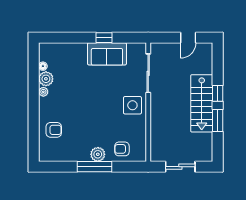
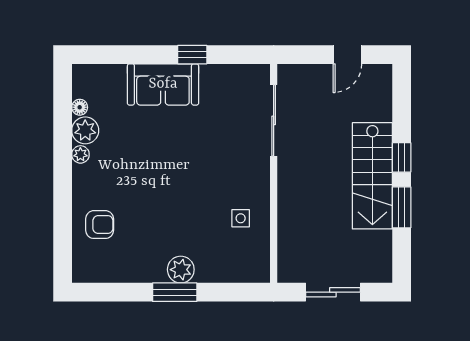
sofa: (107, 54) -> (163, 84), moved
side table: (132, 105) -> (241, 218), moved, width x0.54, depth x0.54
armchair: (122, 149) -> (225, 260), removed
window: (94, 167) -> (175, 292), width x0.69

